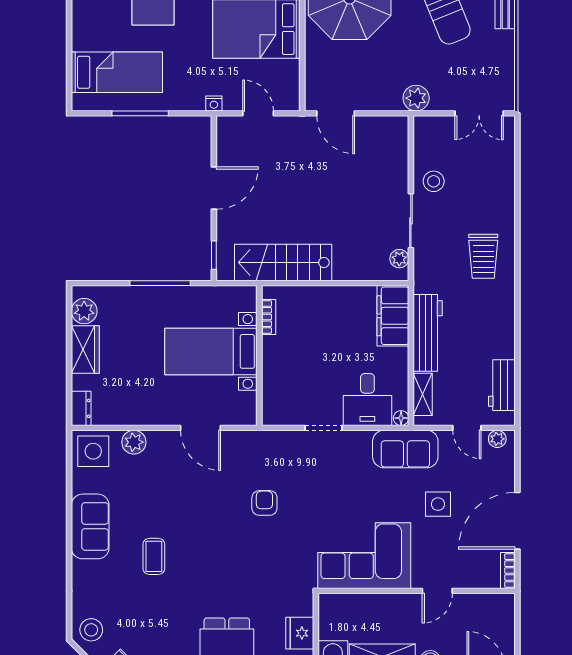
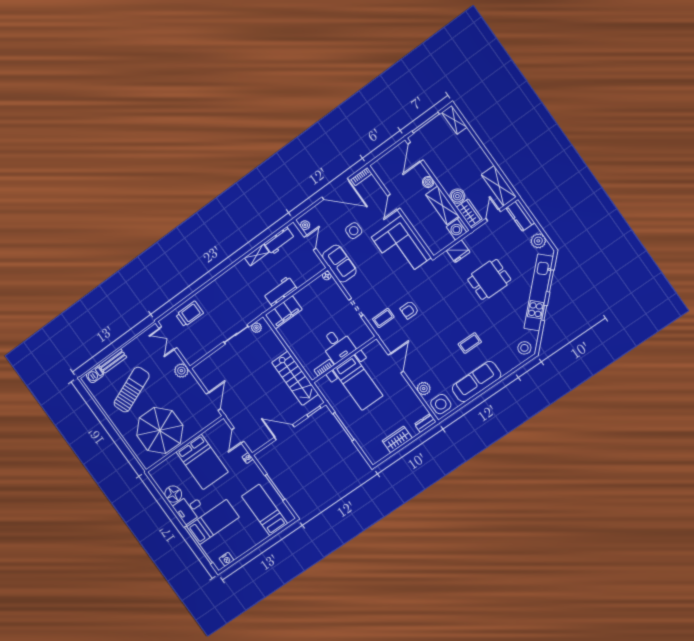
double door: (479, 113) -> (168, 338), swing flipped
stool: (434, 181) -> (212, 337), removed
trolley: (483, 256) -> (190, 314), moved
plant: (84, 311) -> (380, 452), removed
workbench: (428, 333) -> (280, 291), width x0.73
shelving: (423, 394) -> (257, 255), moved
desk: (367, 400) -> (337, 345), moved, turned 90
coffee table: (280, 457) -> (383, 318), added
sofa: (90, 526) -> (476, 382), width x1.36
door: (437, 591) -> (394, 202), swing flipped

